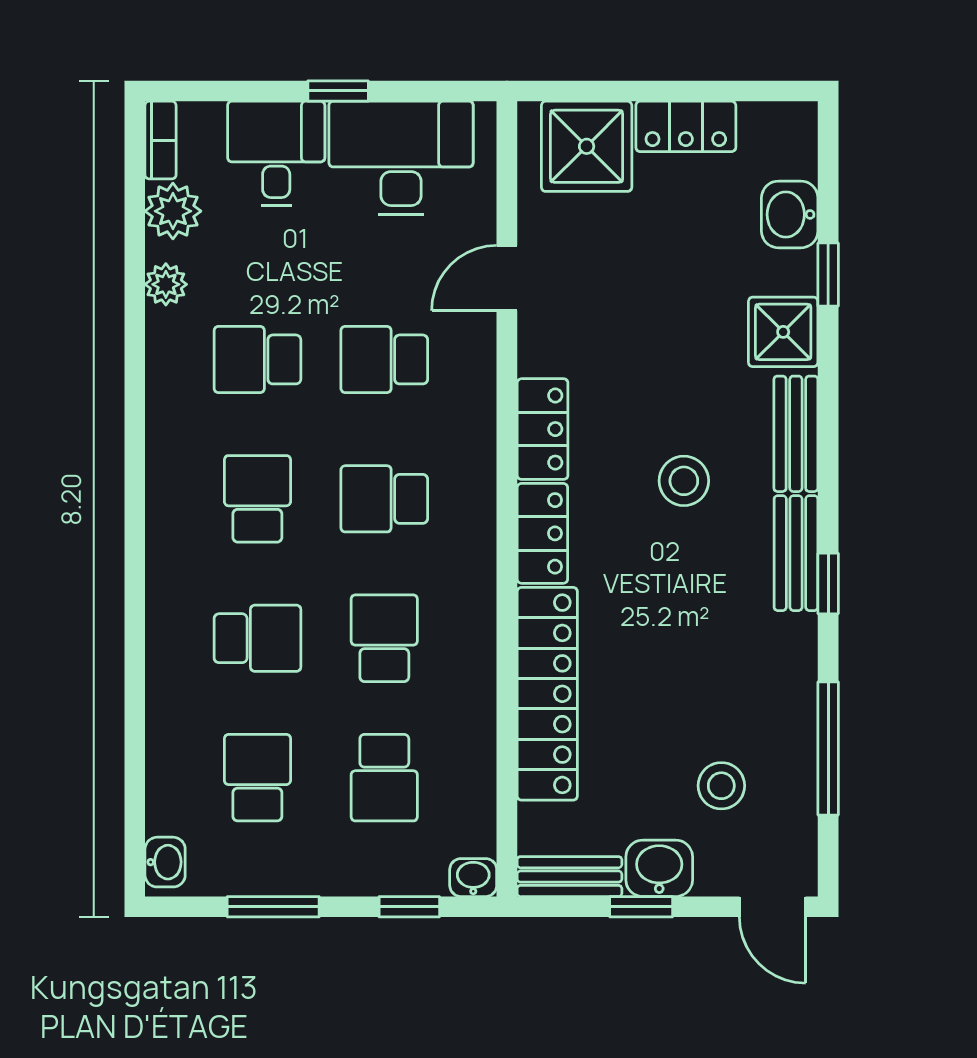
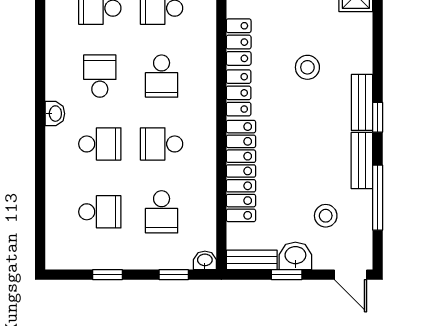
bench: (796, 434) -> (362, 161), moved
school desk: (384, 499) -> (162, 76), turned -90
school desk: (384, 638) -> (162, 144), turned -90
school desk: (257, 778) -> (100, 212), turned 90
washbasin: (165, 862) -> (55, 114), moved
window: (273, 907) -> (107, 275), width x0.67

